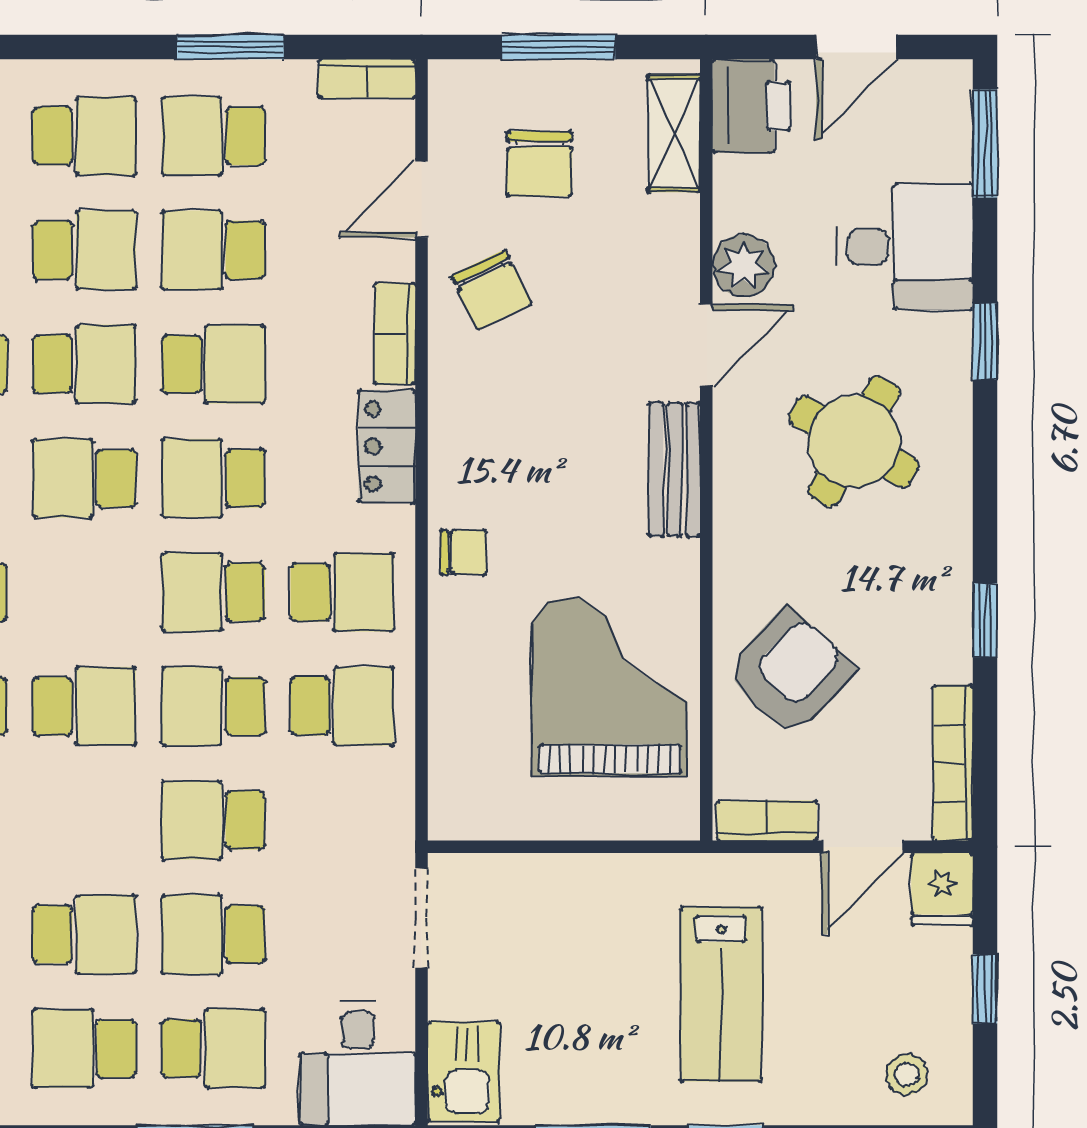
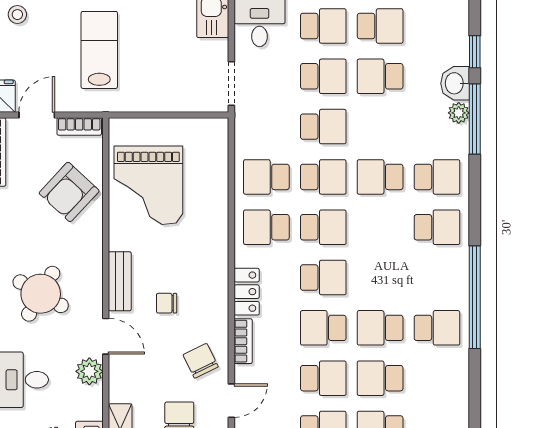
door: (706, 345) -> (106, 336), swing flipped
school desk: (84, 478) -> (380, 278), removed
chair: (464, 552) -> (167, 303), moved
school desk: (213, 1048) -> (323, 26), turned 180

